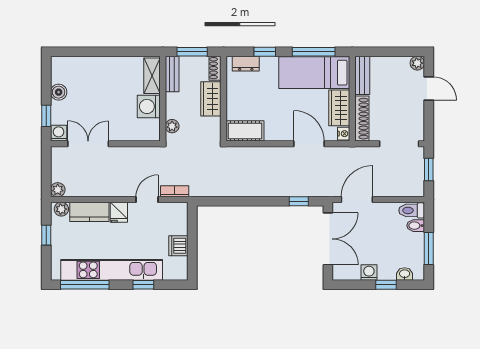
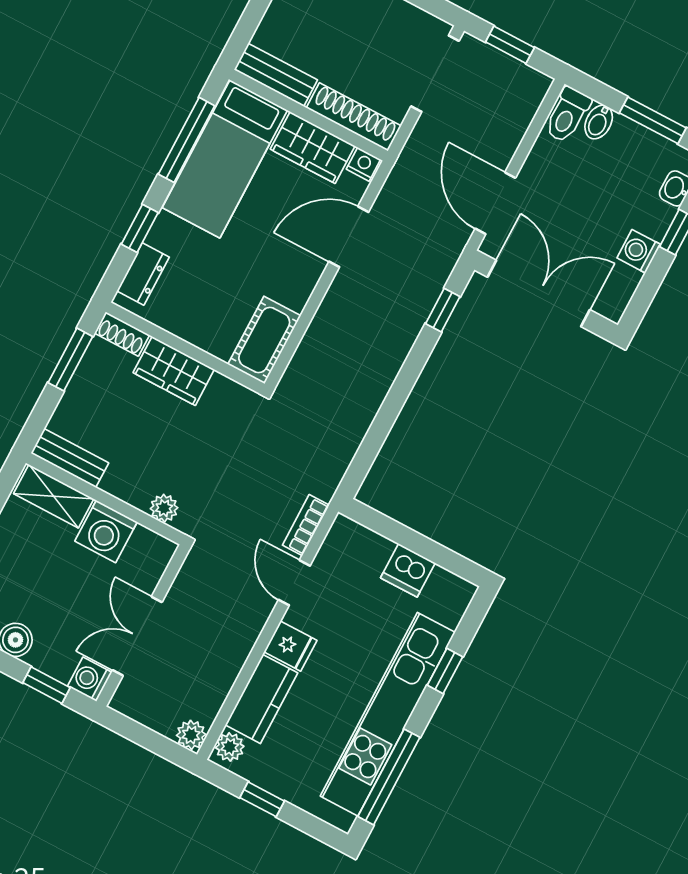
bench: (172, 74) -> (70, 458), moved
shelving: (152, 76) -> (54, 496), moved
wall: (163, 99) -> (105, 499), moved
washing machine: (149, 106) -> (106, 532), moved
plant: (172, 126) -> (164, 508), moved

